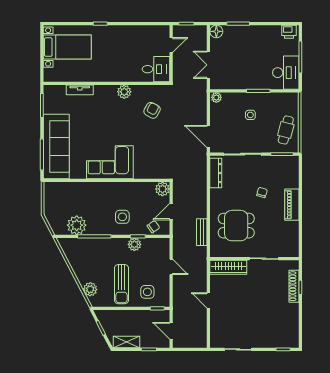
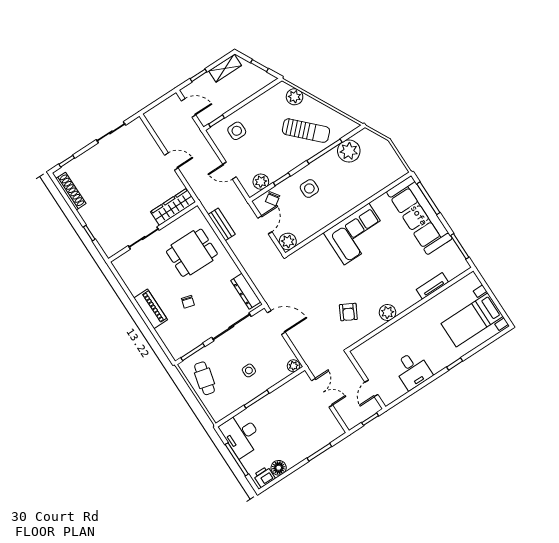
floor lamp: (216, 31) -> (279, 468), moved
desk: (156, 69) -> (413, 370), moved, turned -90
plant: (134, 244) -> (261, 182), moved
sun lounger: (122, 284) -> (306, 131), moved, turned 135
shoe rack: (294, 286) -> (71, 191), moved

